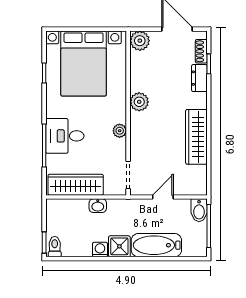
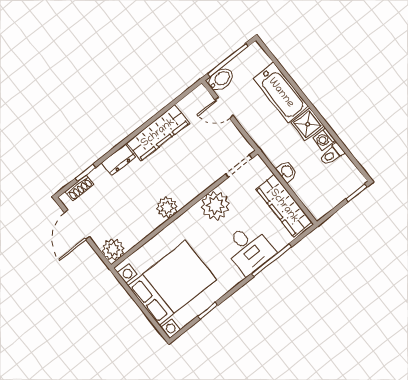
dresser: (199, 78) -> (119, 160), moved
plant: (120, 131) -> (215, 206), width x1.87, depth x1.87
door: (163, 197) -> (224, 108), moved
toilet: (55, 247) -> (332, 154), moved

